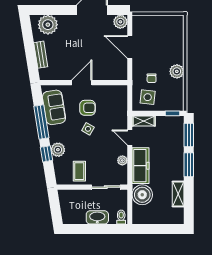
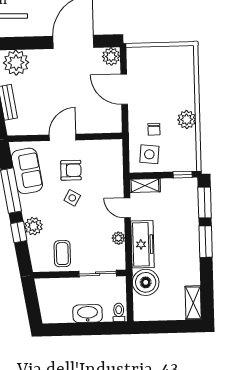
shelving: (178, 194) -> (193, 303), moved

